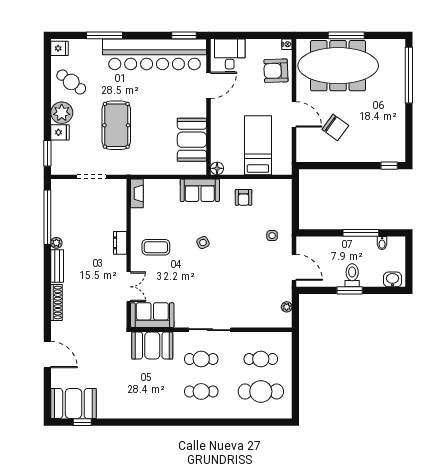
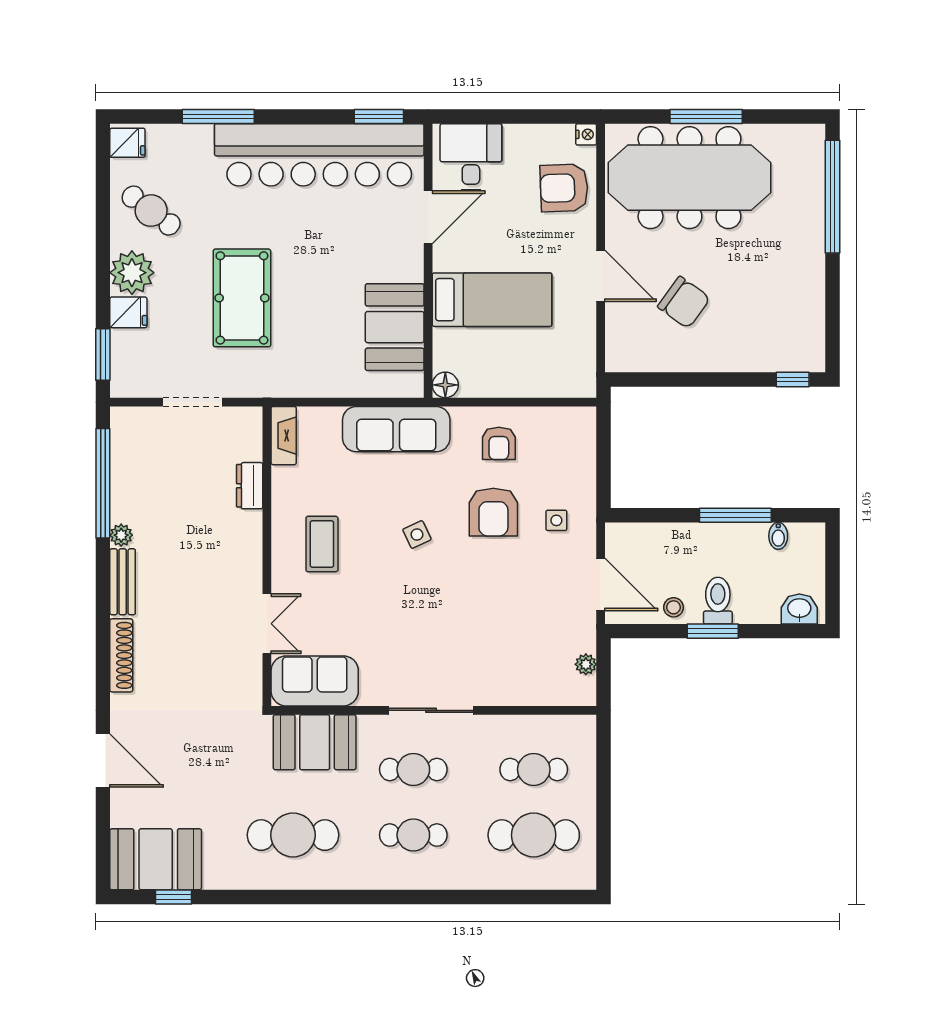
bed: (258, 145) -> (492, 300), moved, turned 90
sofa: (200, 190) -> (396, 429), width x1.36
armchair: (241, 231) -> (493, 512), added
dresser: (120, 243) -> (250, 486), moved
coffee table: (156, 247) -> (322, 544), turned 90
stool: (330, 279) -> (674, 607), added
cafe table: (142, 391) -> (293, 835), added

